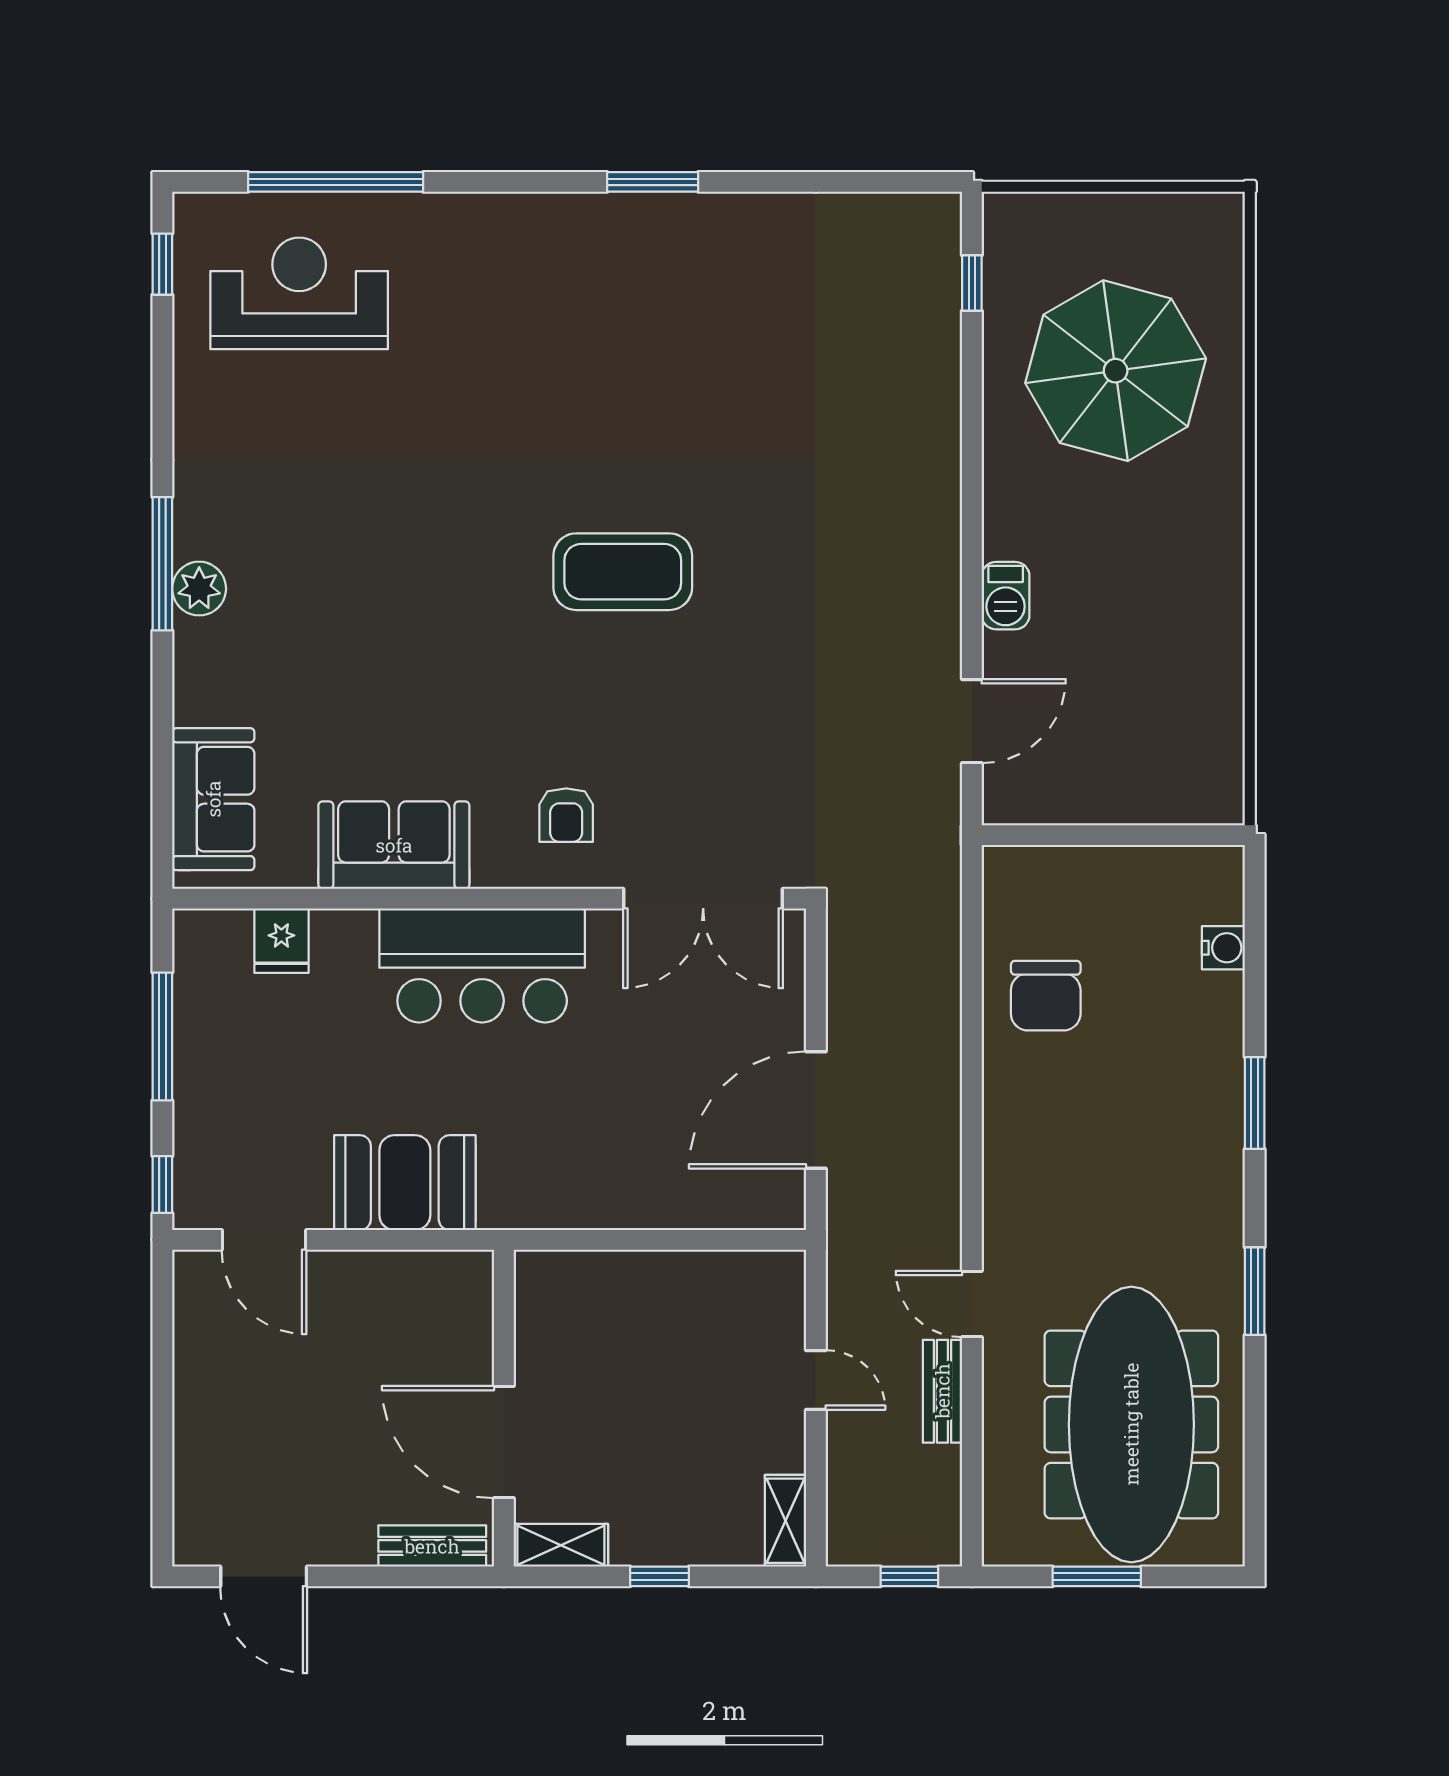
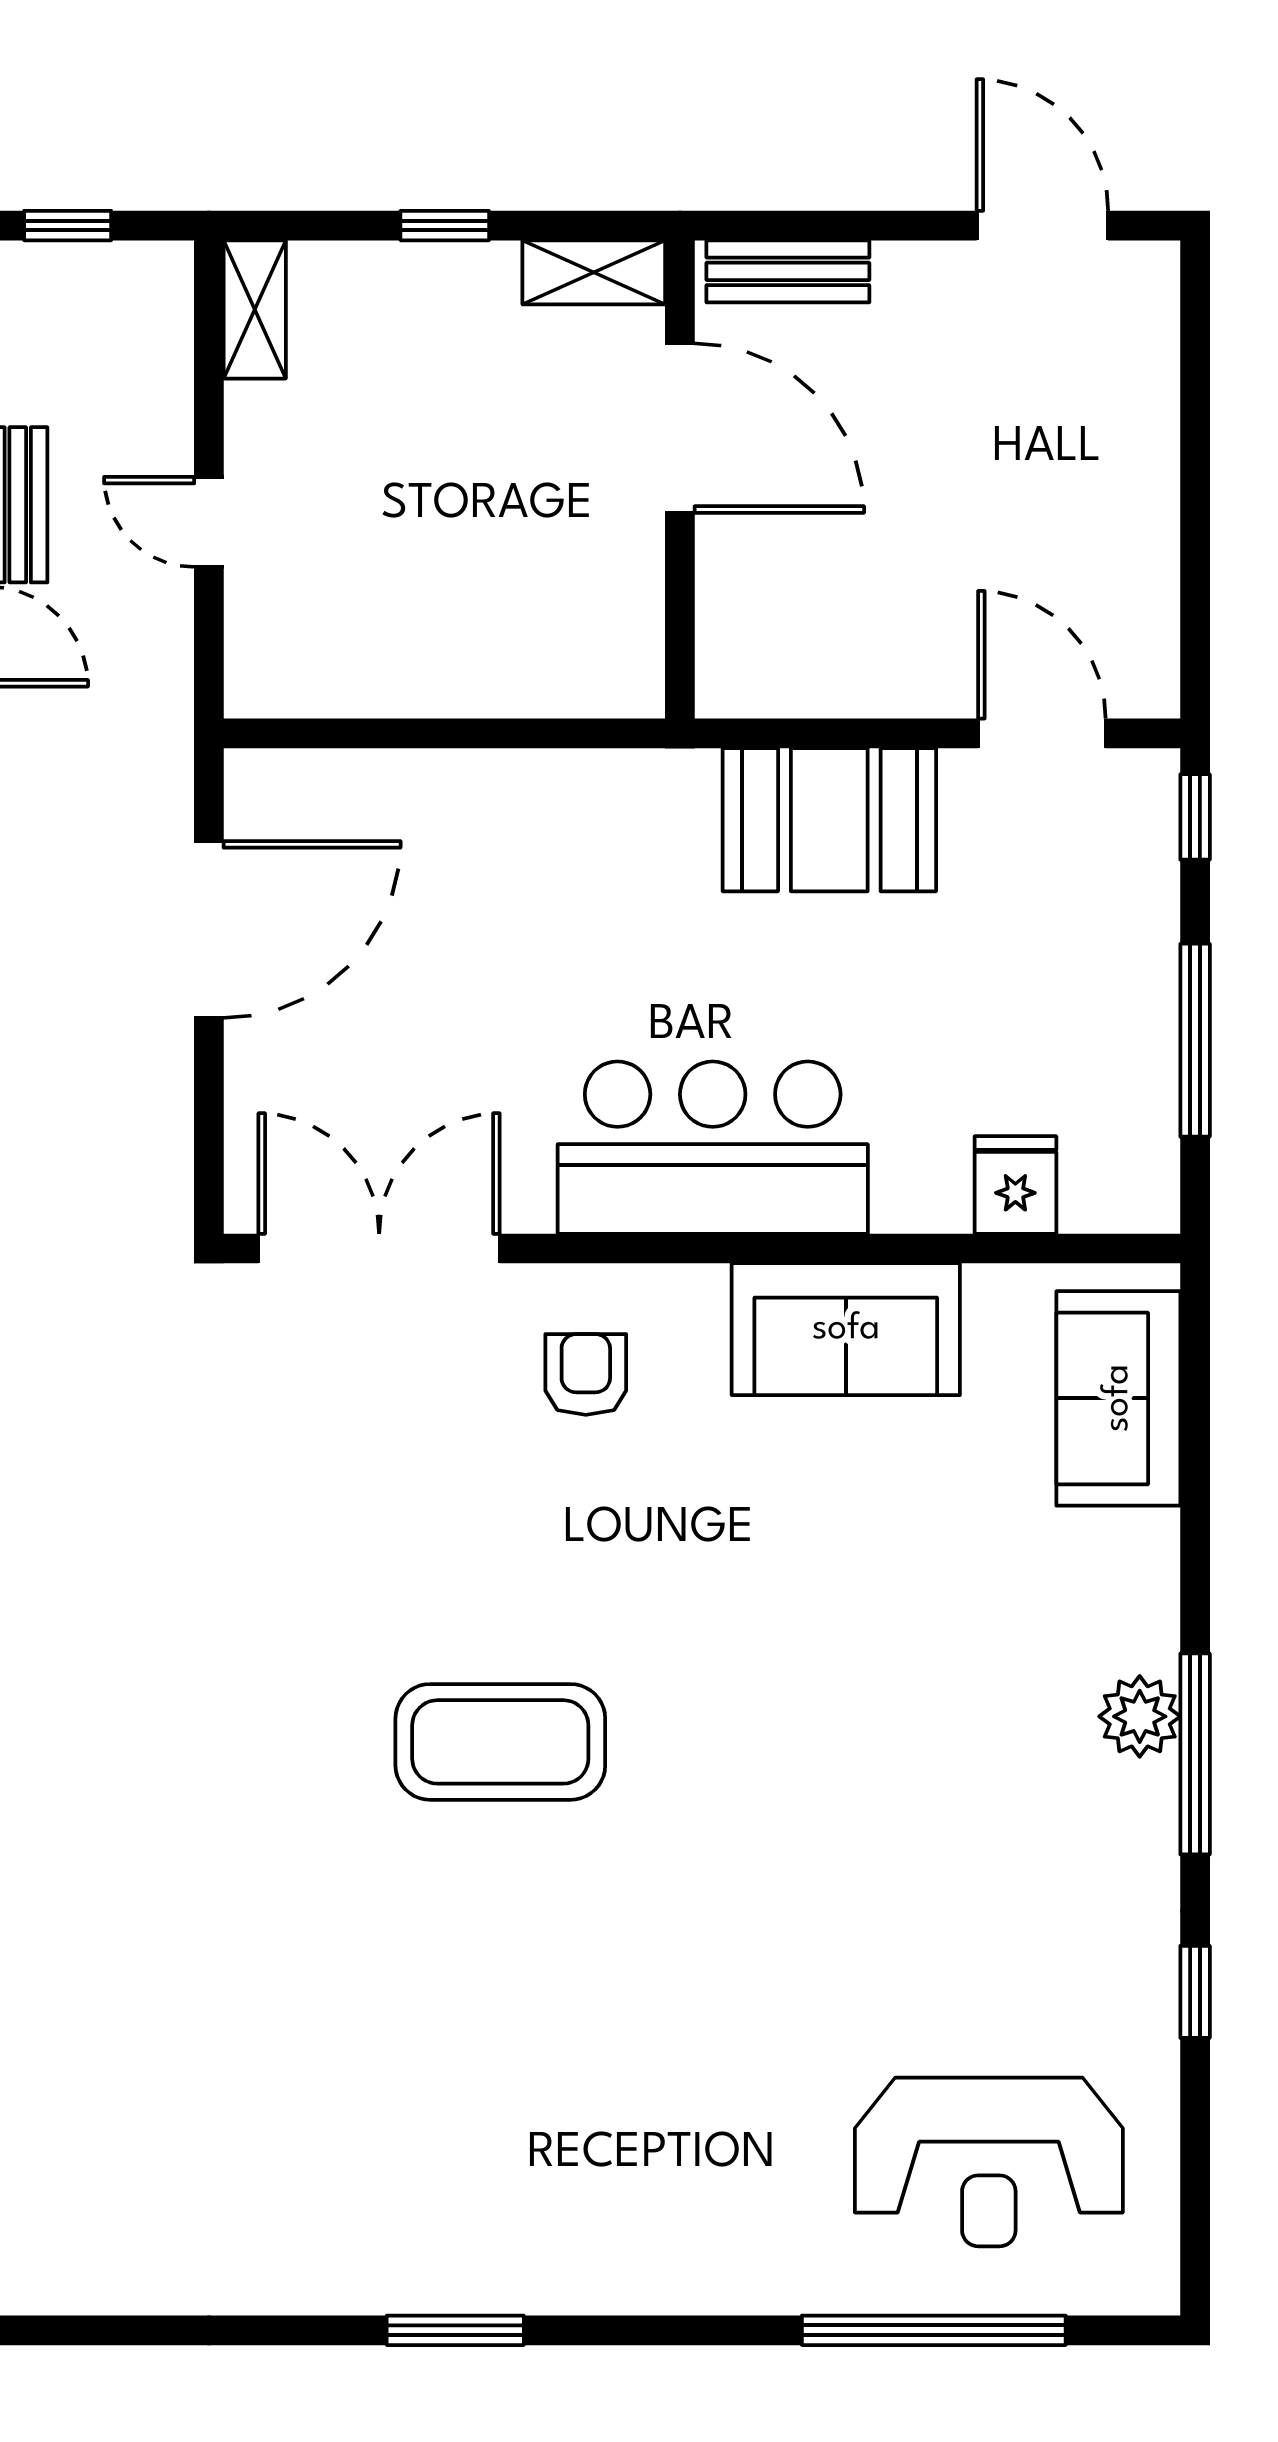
window: (162, 264) -> (1195, 1992), moved

